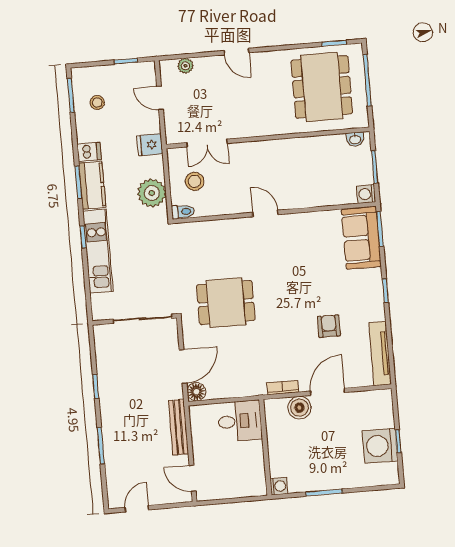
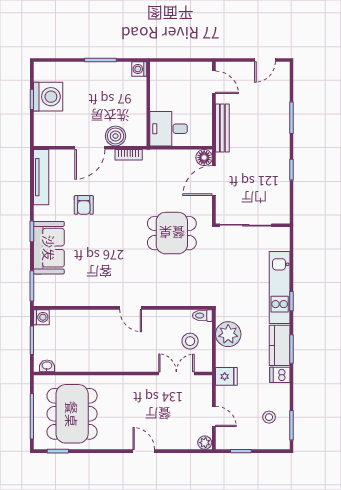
plant: (185, 66) -> (205, 443), moved
sofa: (361, 238) -> (49, 248), moved

